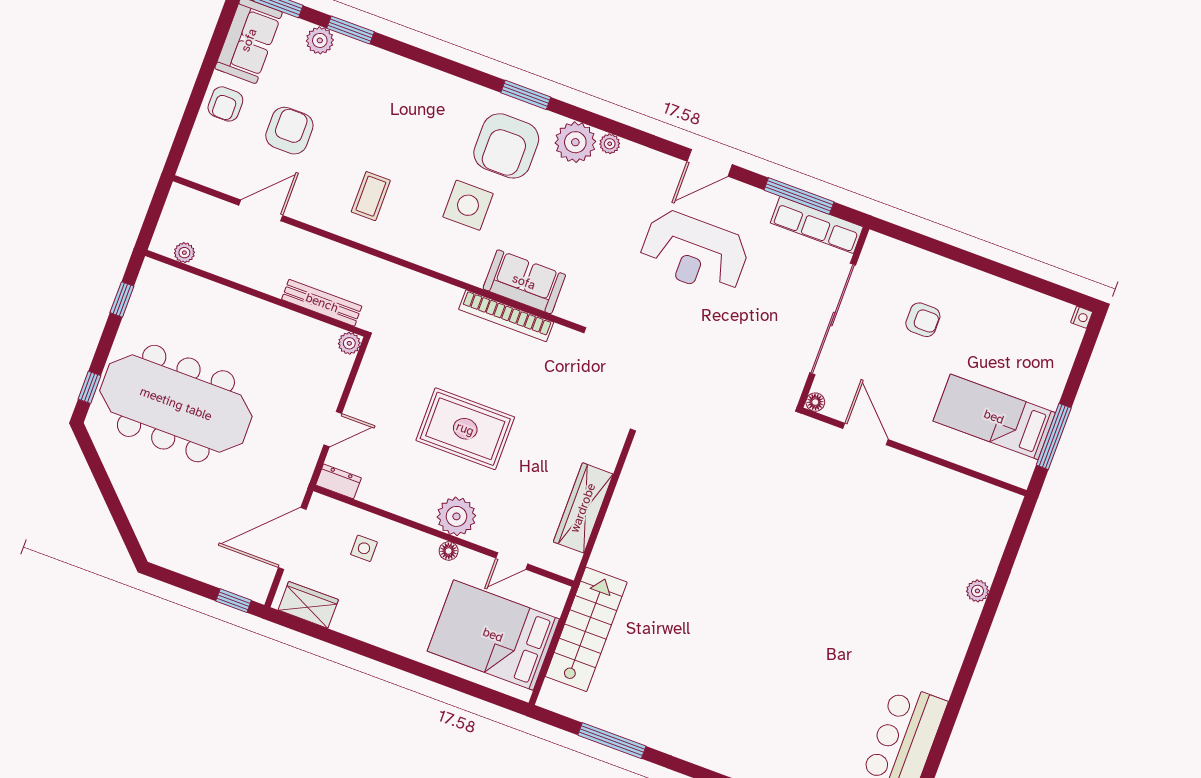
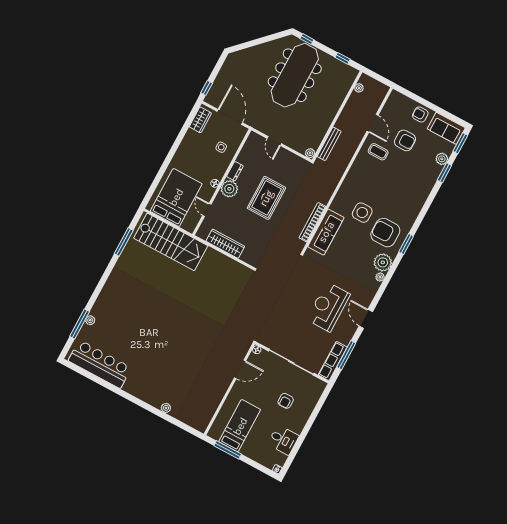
coffee table: (371, 196) -> (378, 152), moved
sofa: (524, 282) -> (326, 232), width x1.36
desk: (1013, 313) -> (283, 440), added
dresser: (338, 481) -> (235, 171), moved
stairs: (586, 629) -> (171, 242), width x1.36, depth x1.51

